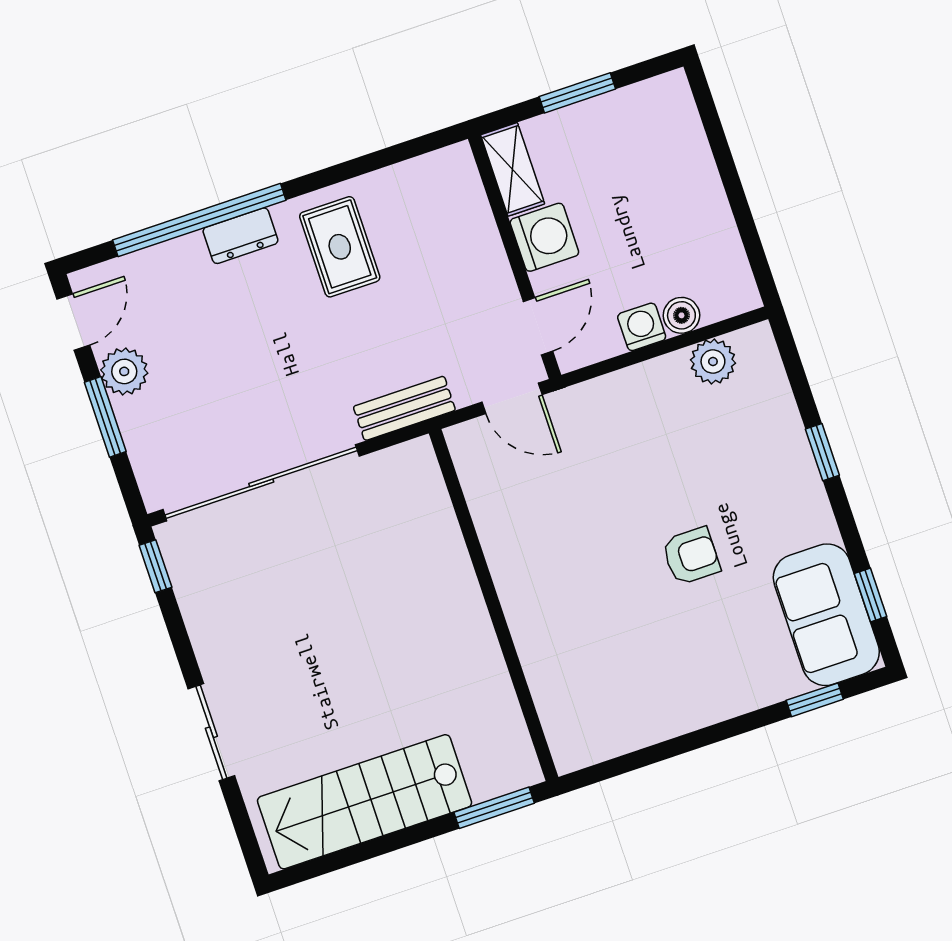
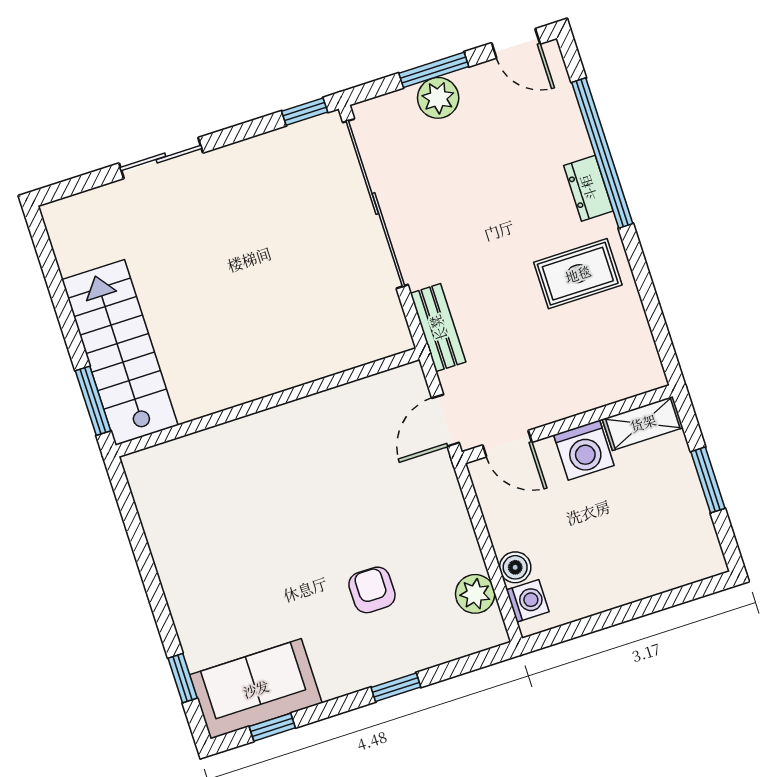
washing machine: (642, 327) -> (528, 601), moved
plant: (124, 371) -> (438, 98), moved
armchair: (691, 556) -> (372, 590), moved, turned 180
stairs: (365, 802) -> (120, 352), moved

